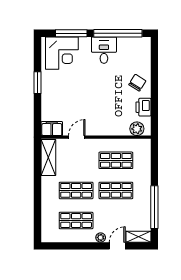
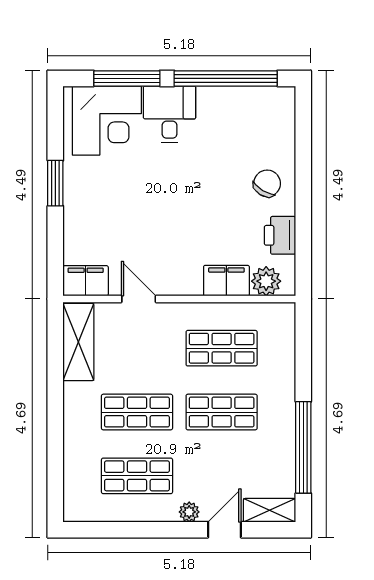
desk: (104, 50) -> (170, 114), moved
filing cabinet: (118, 129) -> (226, 281), added
door: (77, 137) -> (139, 299), hinge flipped

